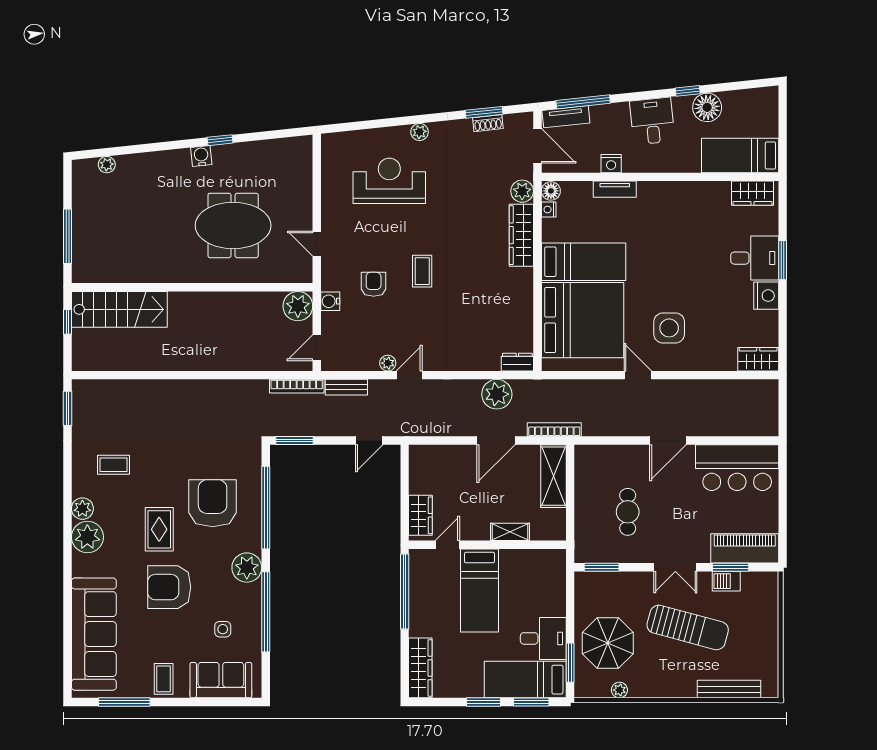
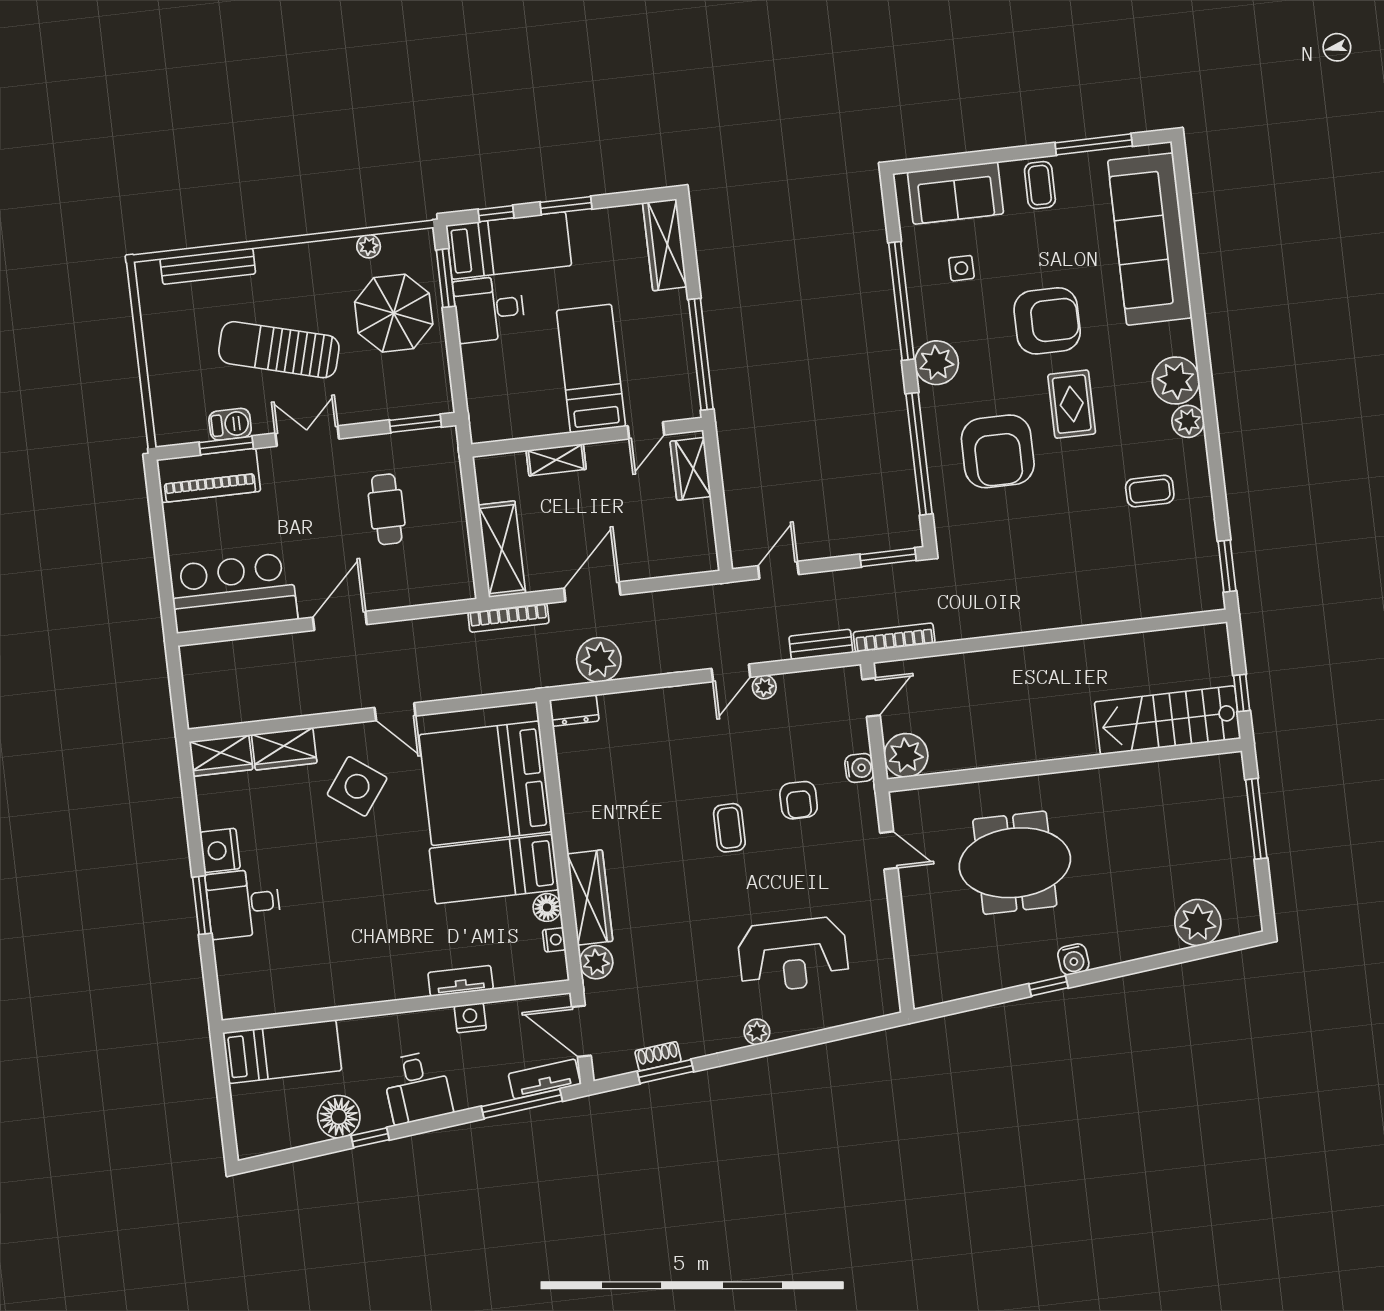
plant: (107, 165) -> (1198, 923), width x1.88, depth x1.88
floor lamp: (551, 191) -> (547, 907), moved
wardrobe: (752, 193) -> (284, 749), moved, turned 180
side table: (669, 328) -> (357, 786), turned 36
window: (531, 702) -> (496, 214), width x0.67

